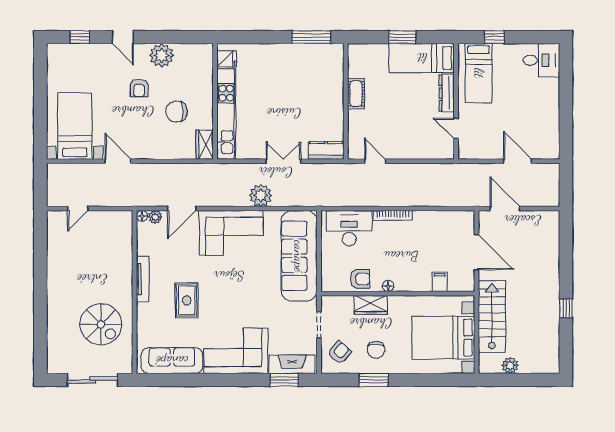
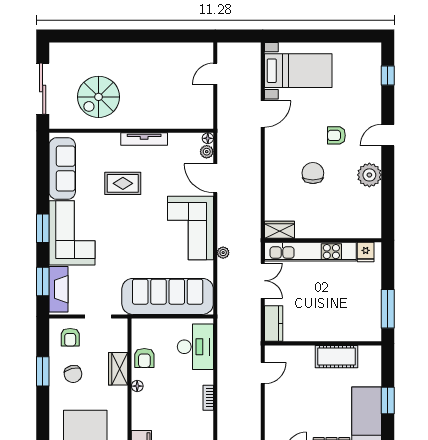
door: (123, 37) -> (388, 135), moved
plant: (162, 55) -> (369, 175), moved
fridge: (227, 59) -> (366, 252), moved
cot: (356, 94) -> (337, 357), width x1.37, depth x1.34
wall: (215, 101) -> (323, 240), moved
kitchen unit: (226, 114) -> (310, 252), moved
wardrobe: (204, 145) -> (280, 230), moved
plant: (261, 195) -> (223, 253), width x0.53, depth x0.53
door: (78, 209) -> (215, 74), hinge flipped
bookcase: (393, 215) -> (208, 398), width x0.64
chair: (376, 350) -> (73, 374), turned -106
armchair: (340, 353) -> (70, 337), turned 50
window: (231, 380) -> (43, 228), added

